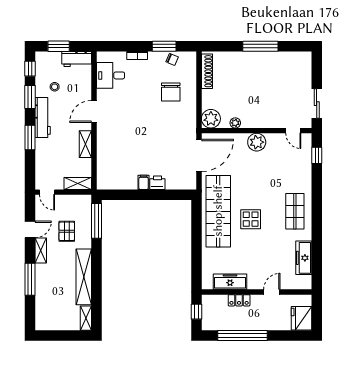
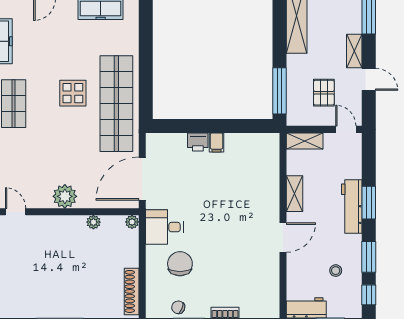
desk: (111, 75) -> (164, 227), moved, turned 180
workbench: (43, 118) -> (352, 206), moved
plant: (211, 119) -> (132, 222), width x0.53, depth x0.53
door: (30, 229) -> (369, 79), swing flipped
pallet: (67, 231) -> (324, 93), moved

